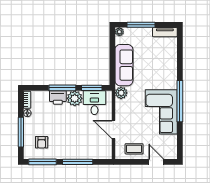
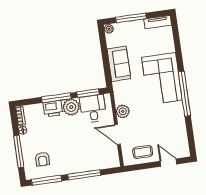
sofa: (124, 65) -> (119, 64), width x0.73
plant: (121, 93) -> (123, 111), moved
corner sofa: (161, 112) -> (162, 79), moved

